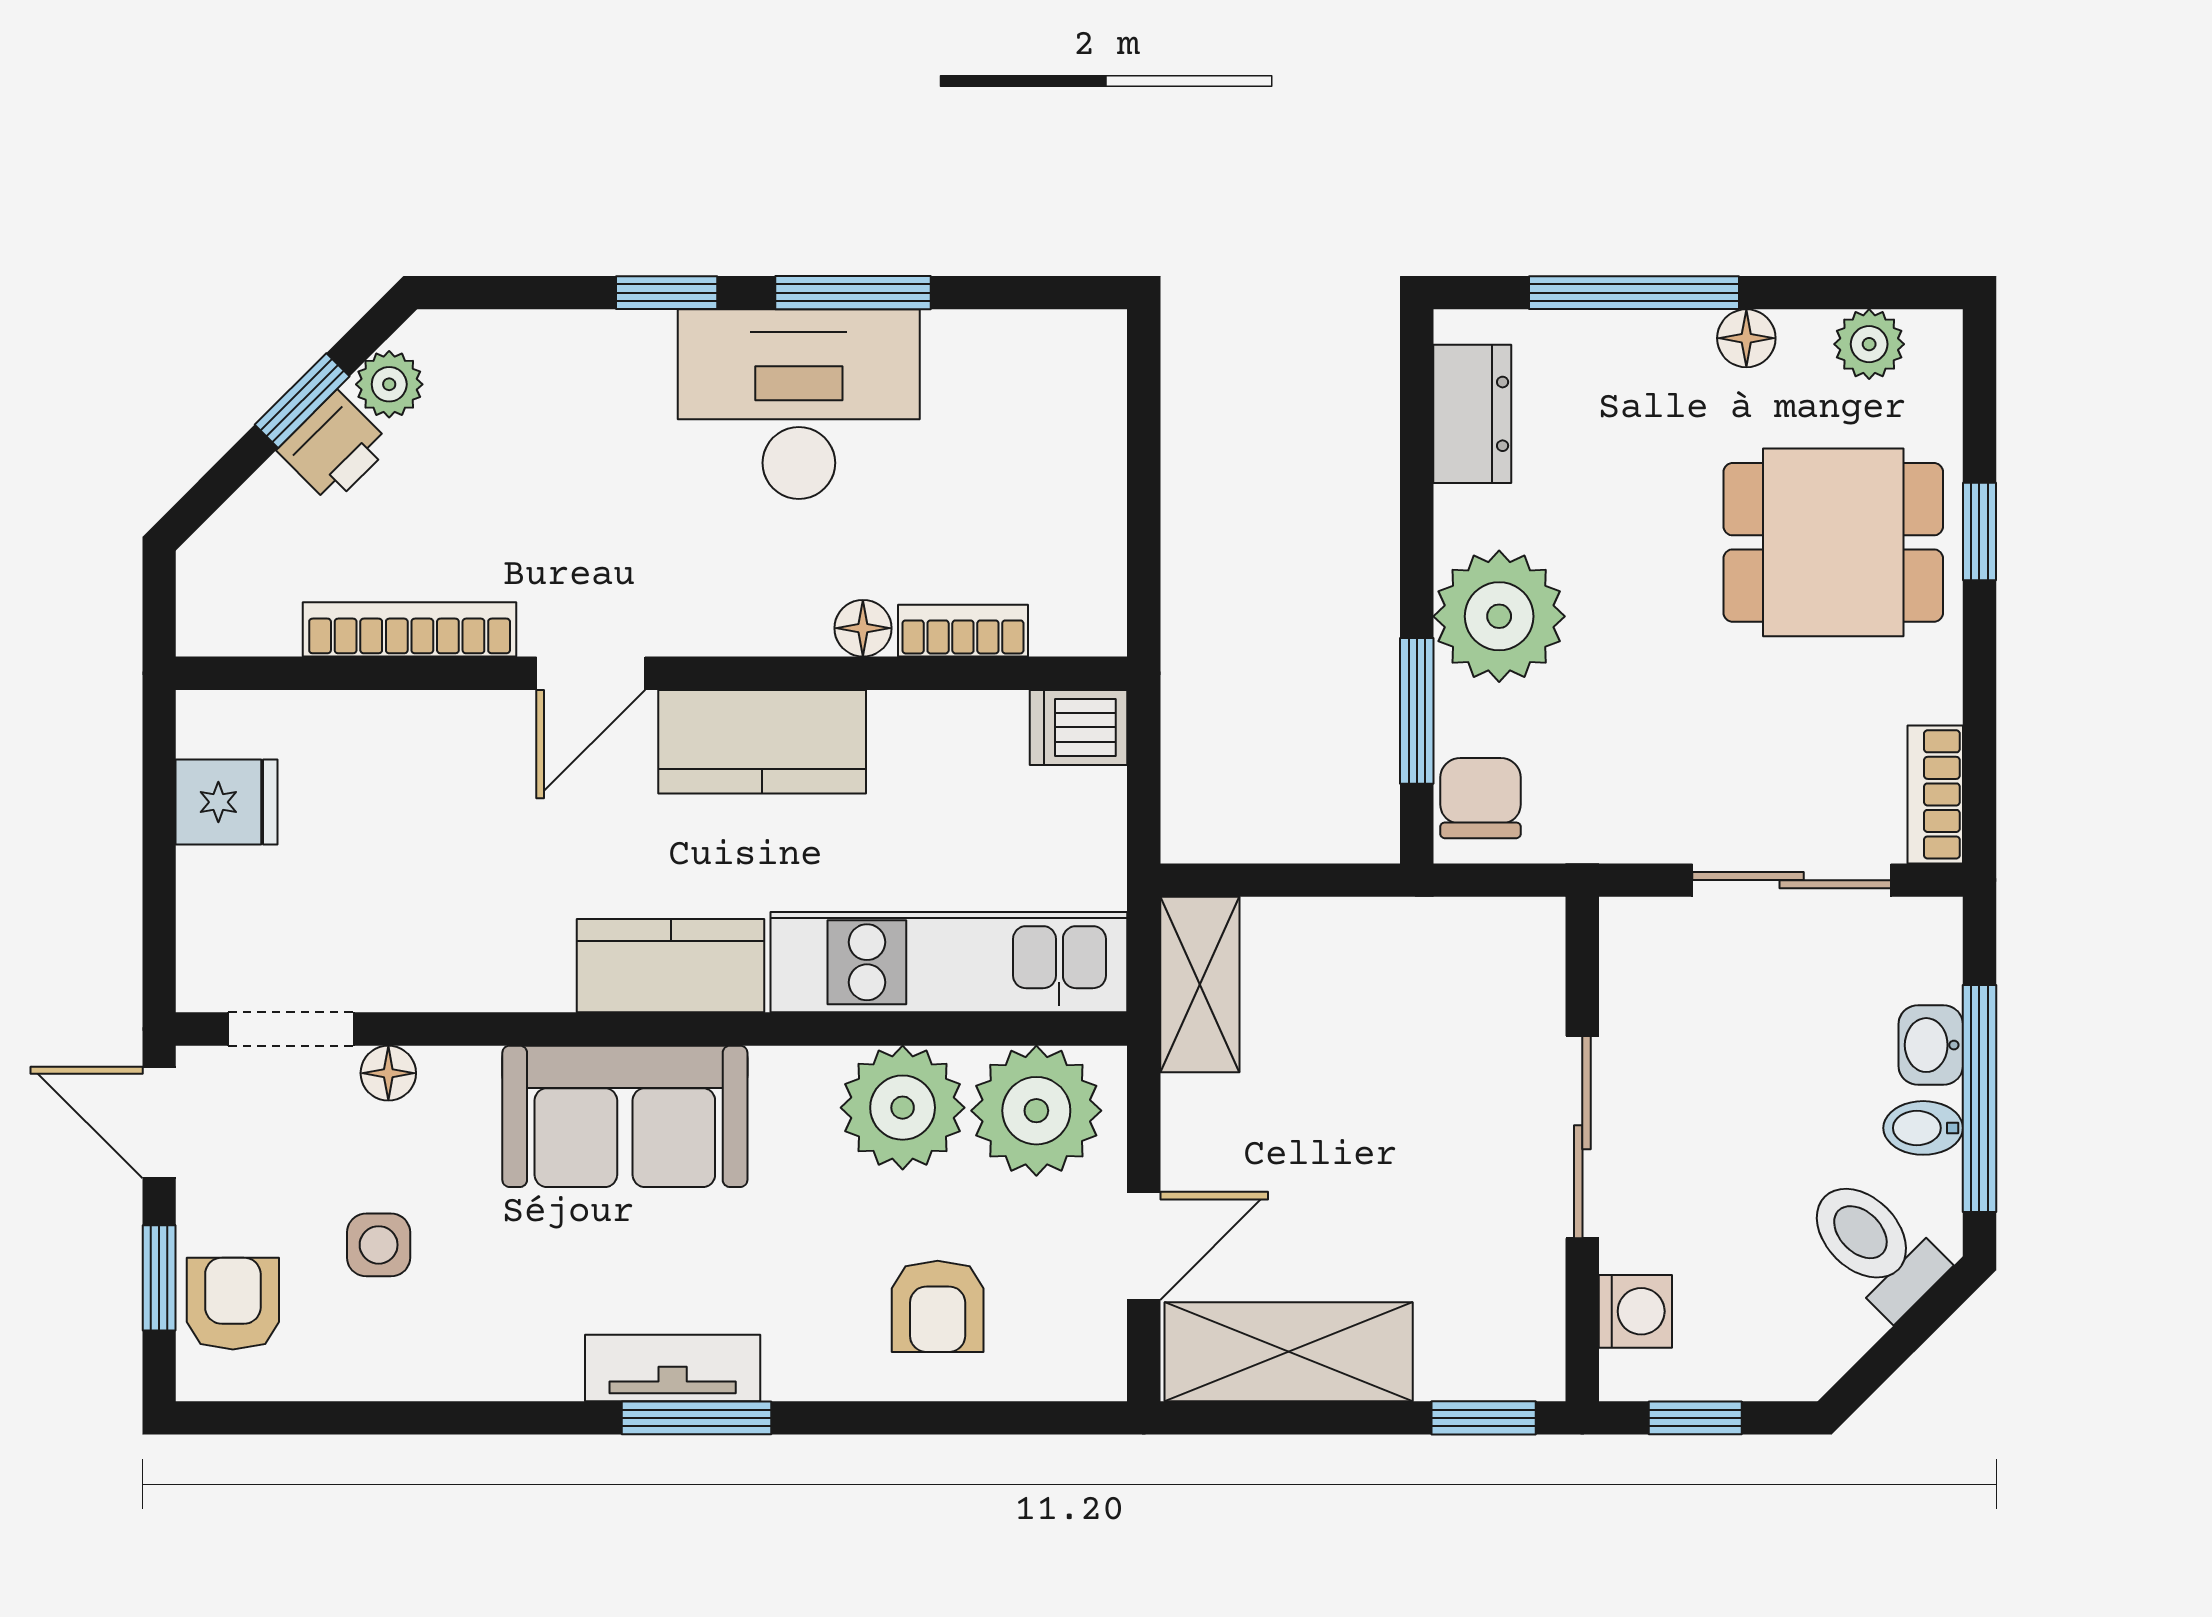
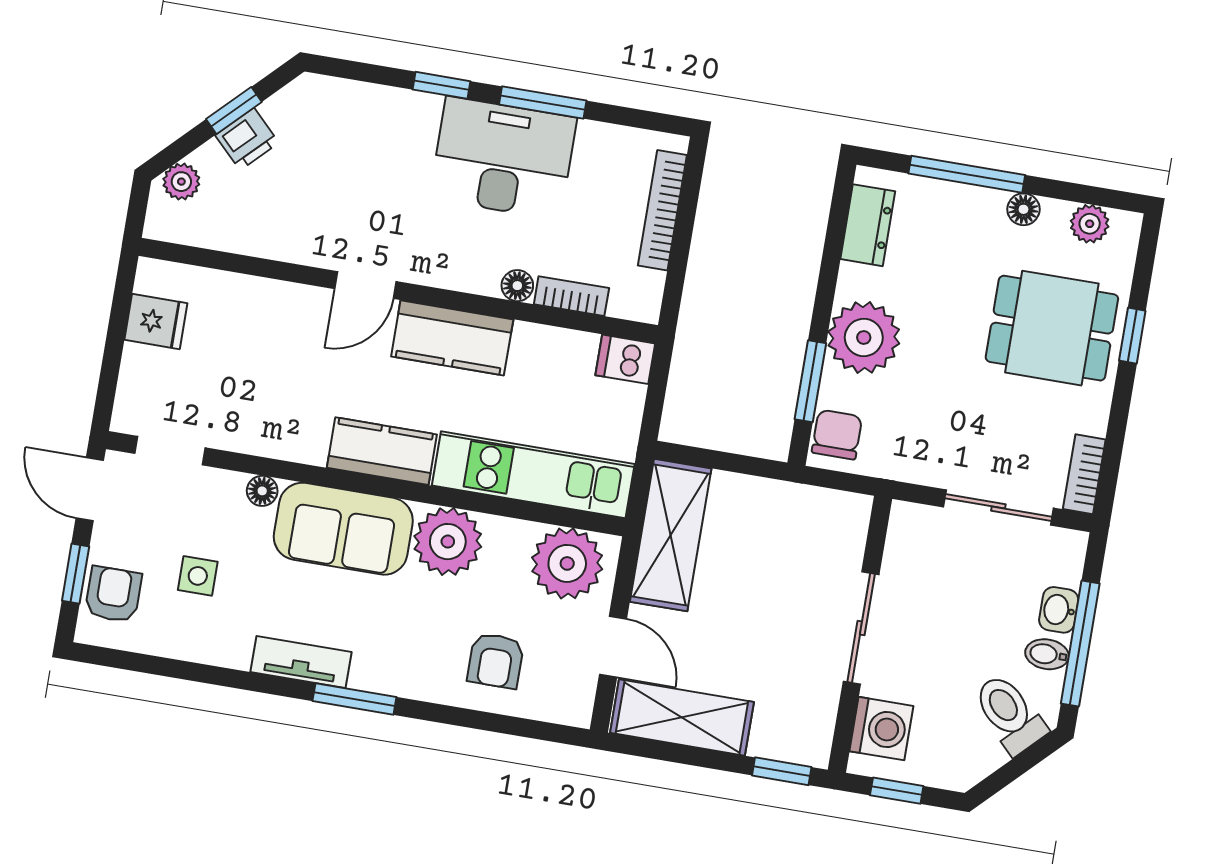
plant: (389, 384) -> (181, 182), moved
bookcase: (410, 629) -> (662, 210), moved, turned -90
shelving: (1200, 985) -> (671, 535), width x1.50, depth x1.33
floor lamp: (388, 1073) -> (262, 491), moved
plant: (903, 1108) -> (448, 542), moved
door: (1144, 1246) -> (613, 647), hinge flipped
washing machine: (1635, 1311) -> (881, 729), width x1.38, depth x1.38
tv unit: (673, 1368) -> (301, 662), moved

